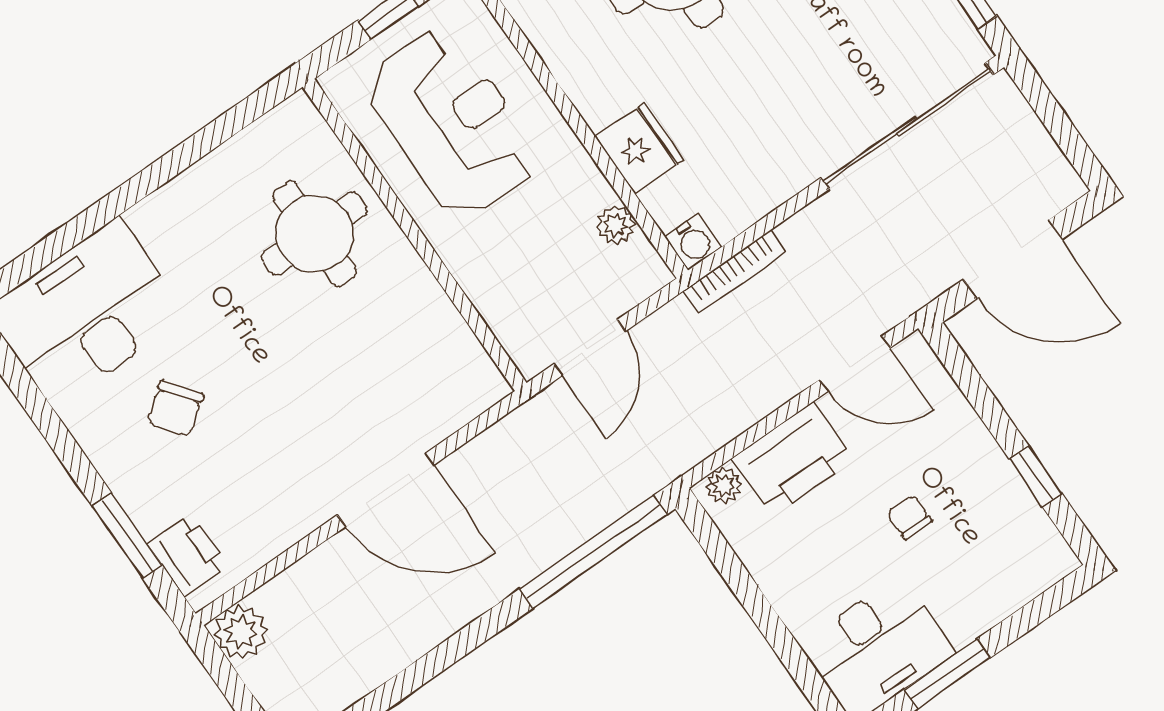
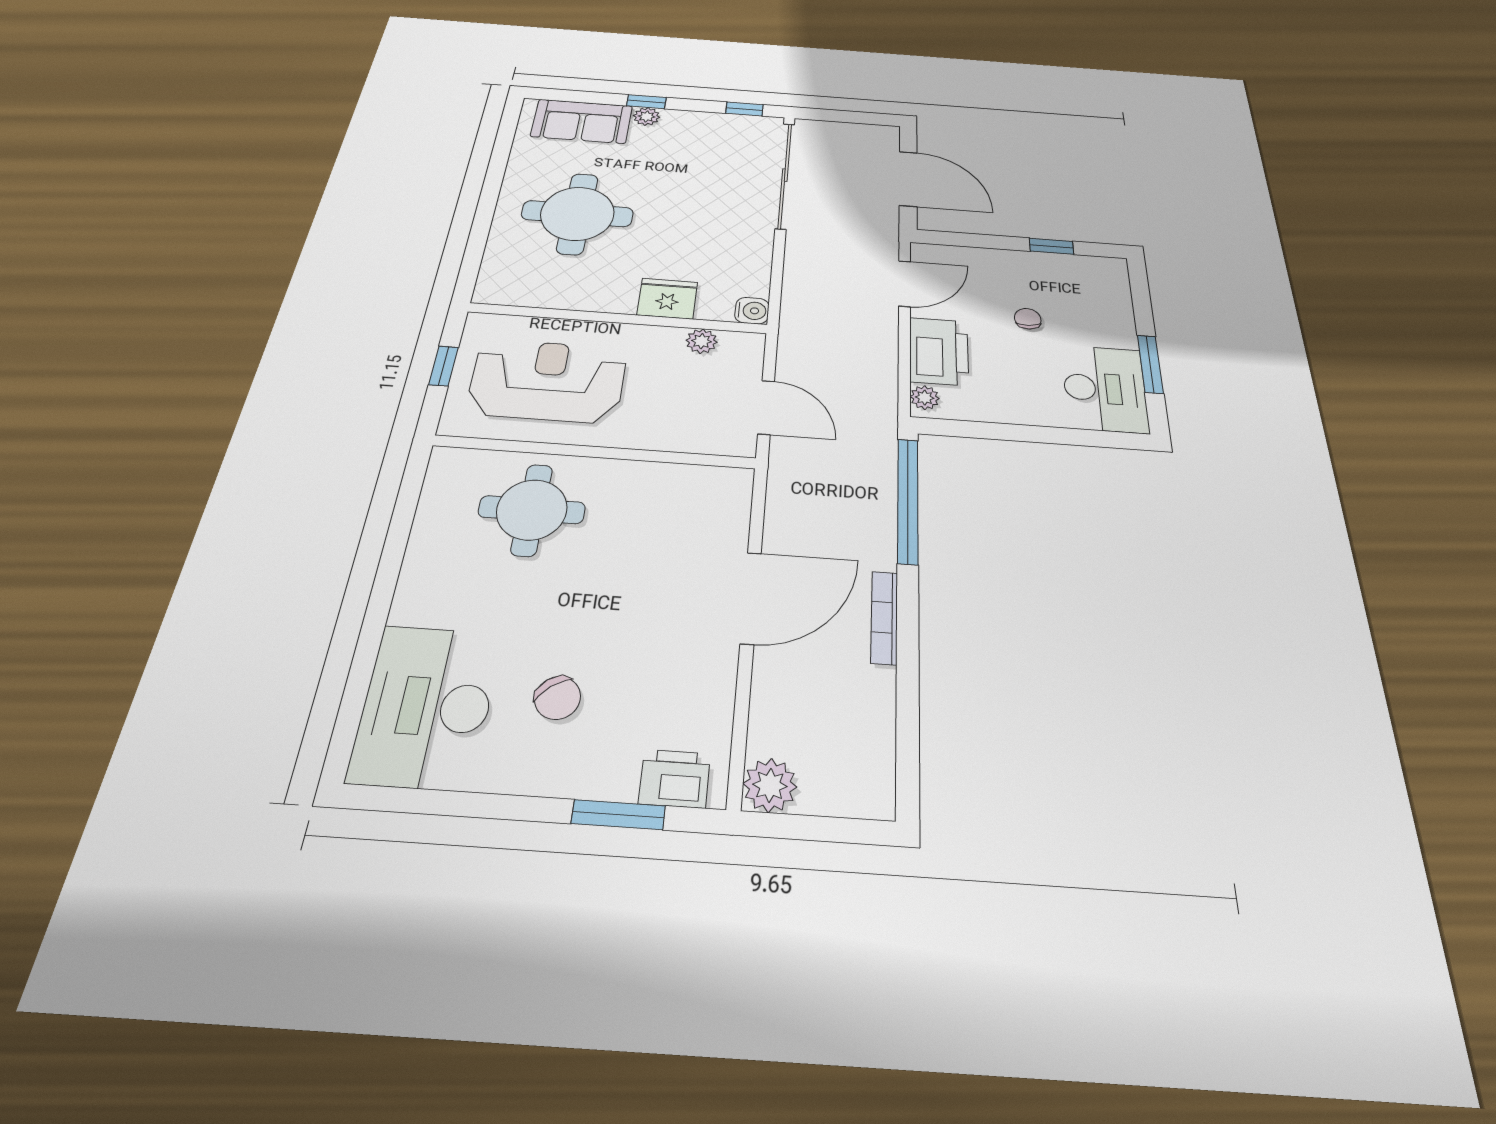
door: (1013, 259) -> (908, 179), hinge flipped
bookcase: (735, 271) -> (884, 617), moved, turned 180
chair: (909, 517) -> (1028, 319), turned 87

